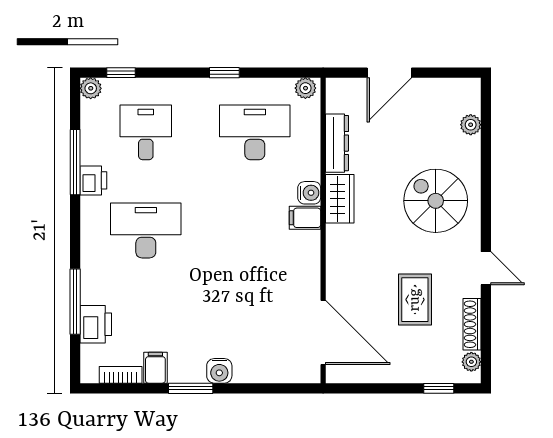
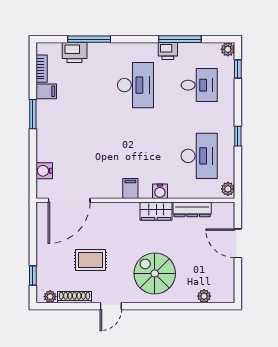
spiral stairs: (436, 201) -> (155, 273), turned -90
filing cabinet: (305, 218) -> (130, 189), moved
water cooler: (219, 371) -> (44, 171), moved

